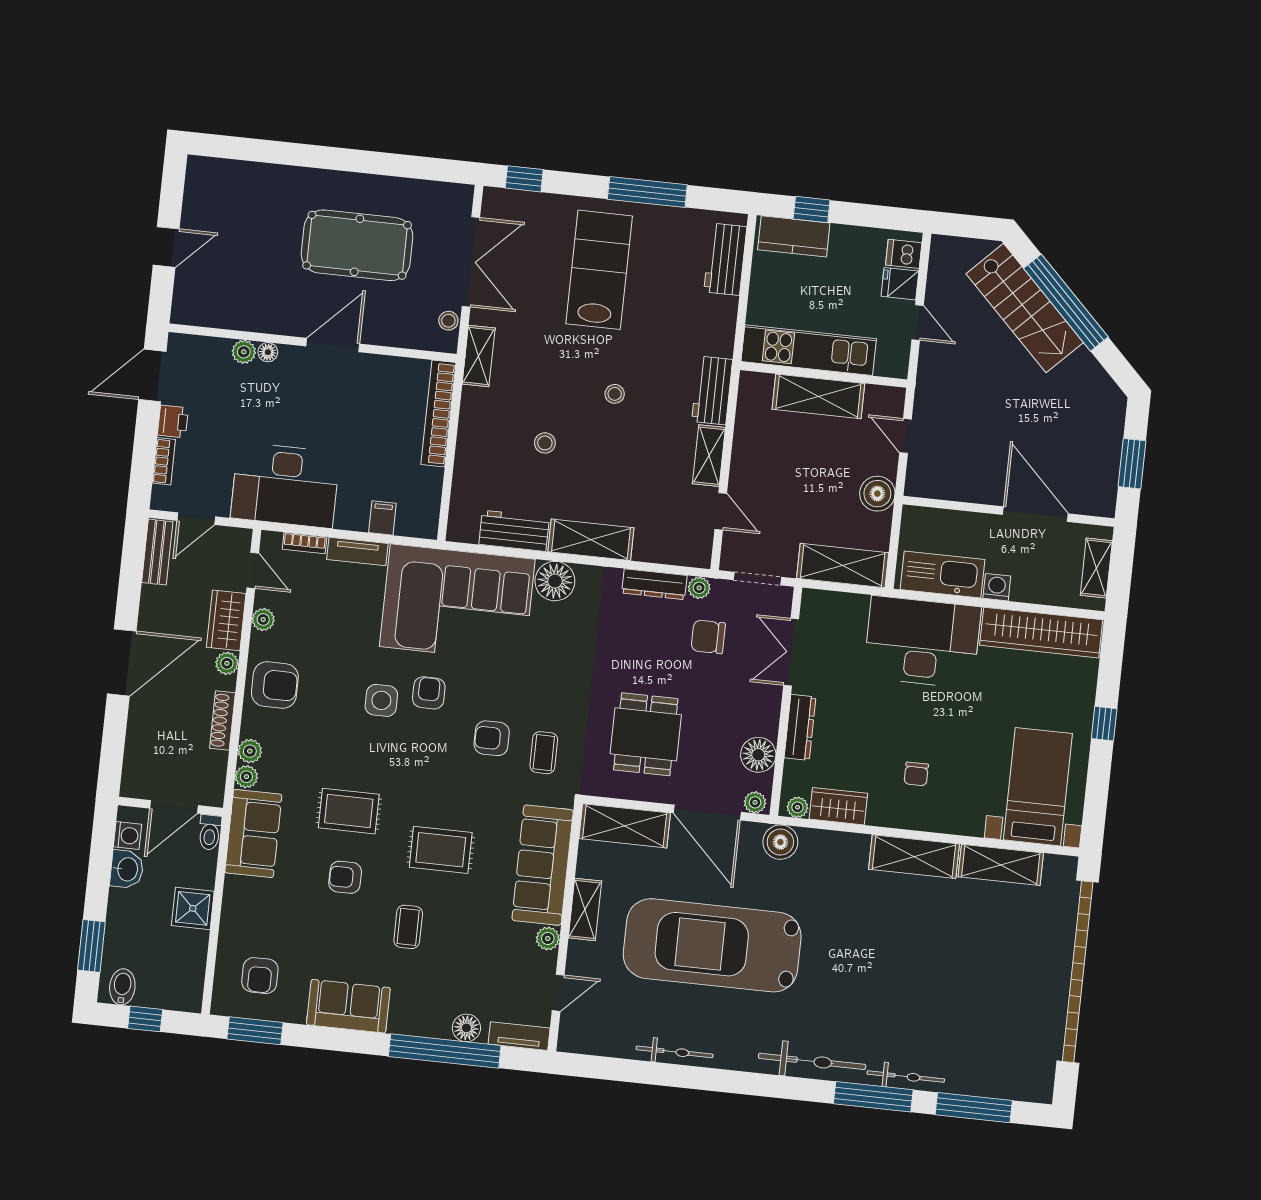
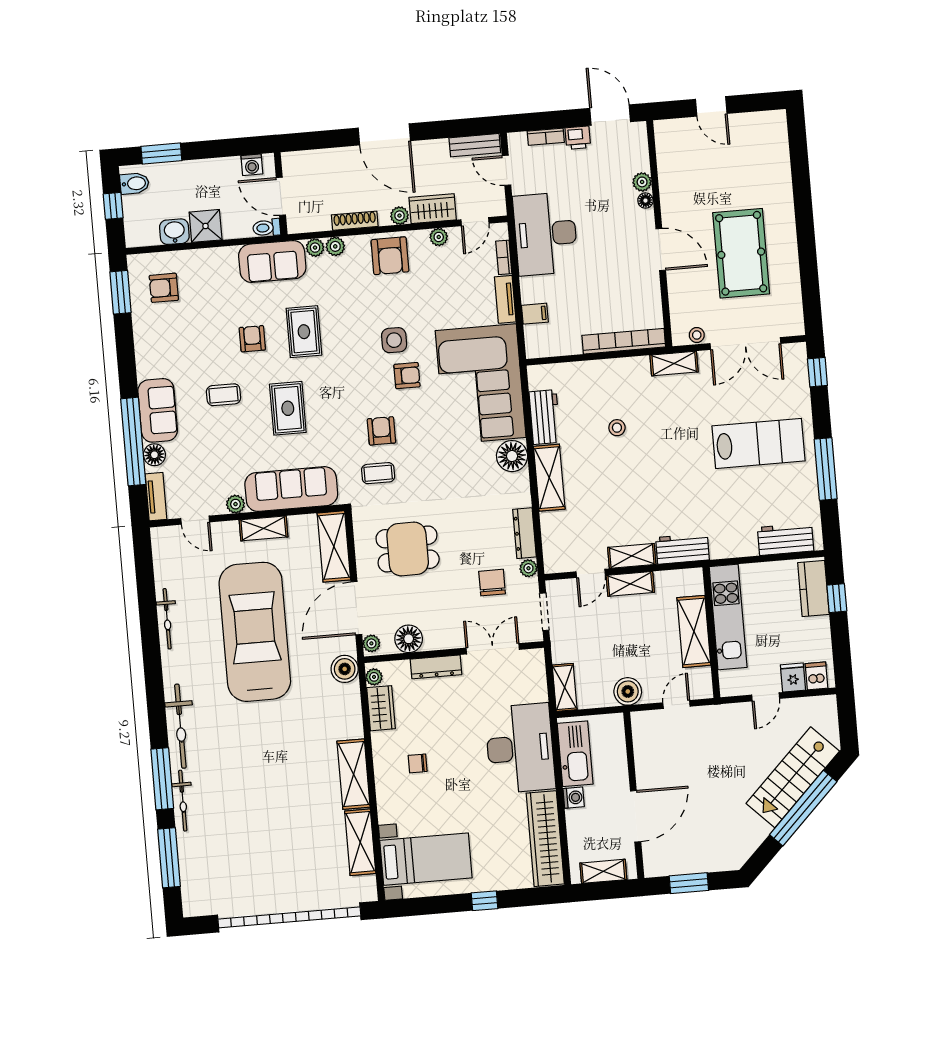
stool: (615, 394) -> (665, 474), removed
shelving: (743, 464) -> (630, 584), added
shelving: (843, 566) -> (565, 687), width x0.67, depth x0.75
washbasin: (127, 869) -> (174, 232), moved, turned 180
sofa: (348, 1006) -> (158, 410), moved

